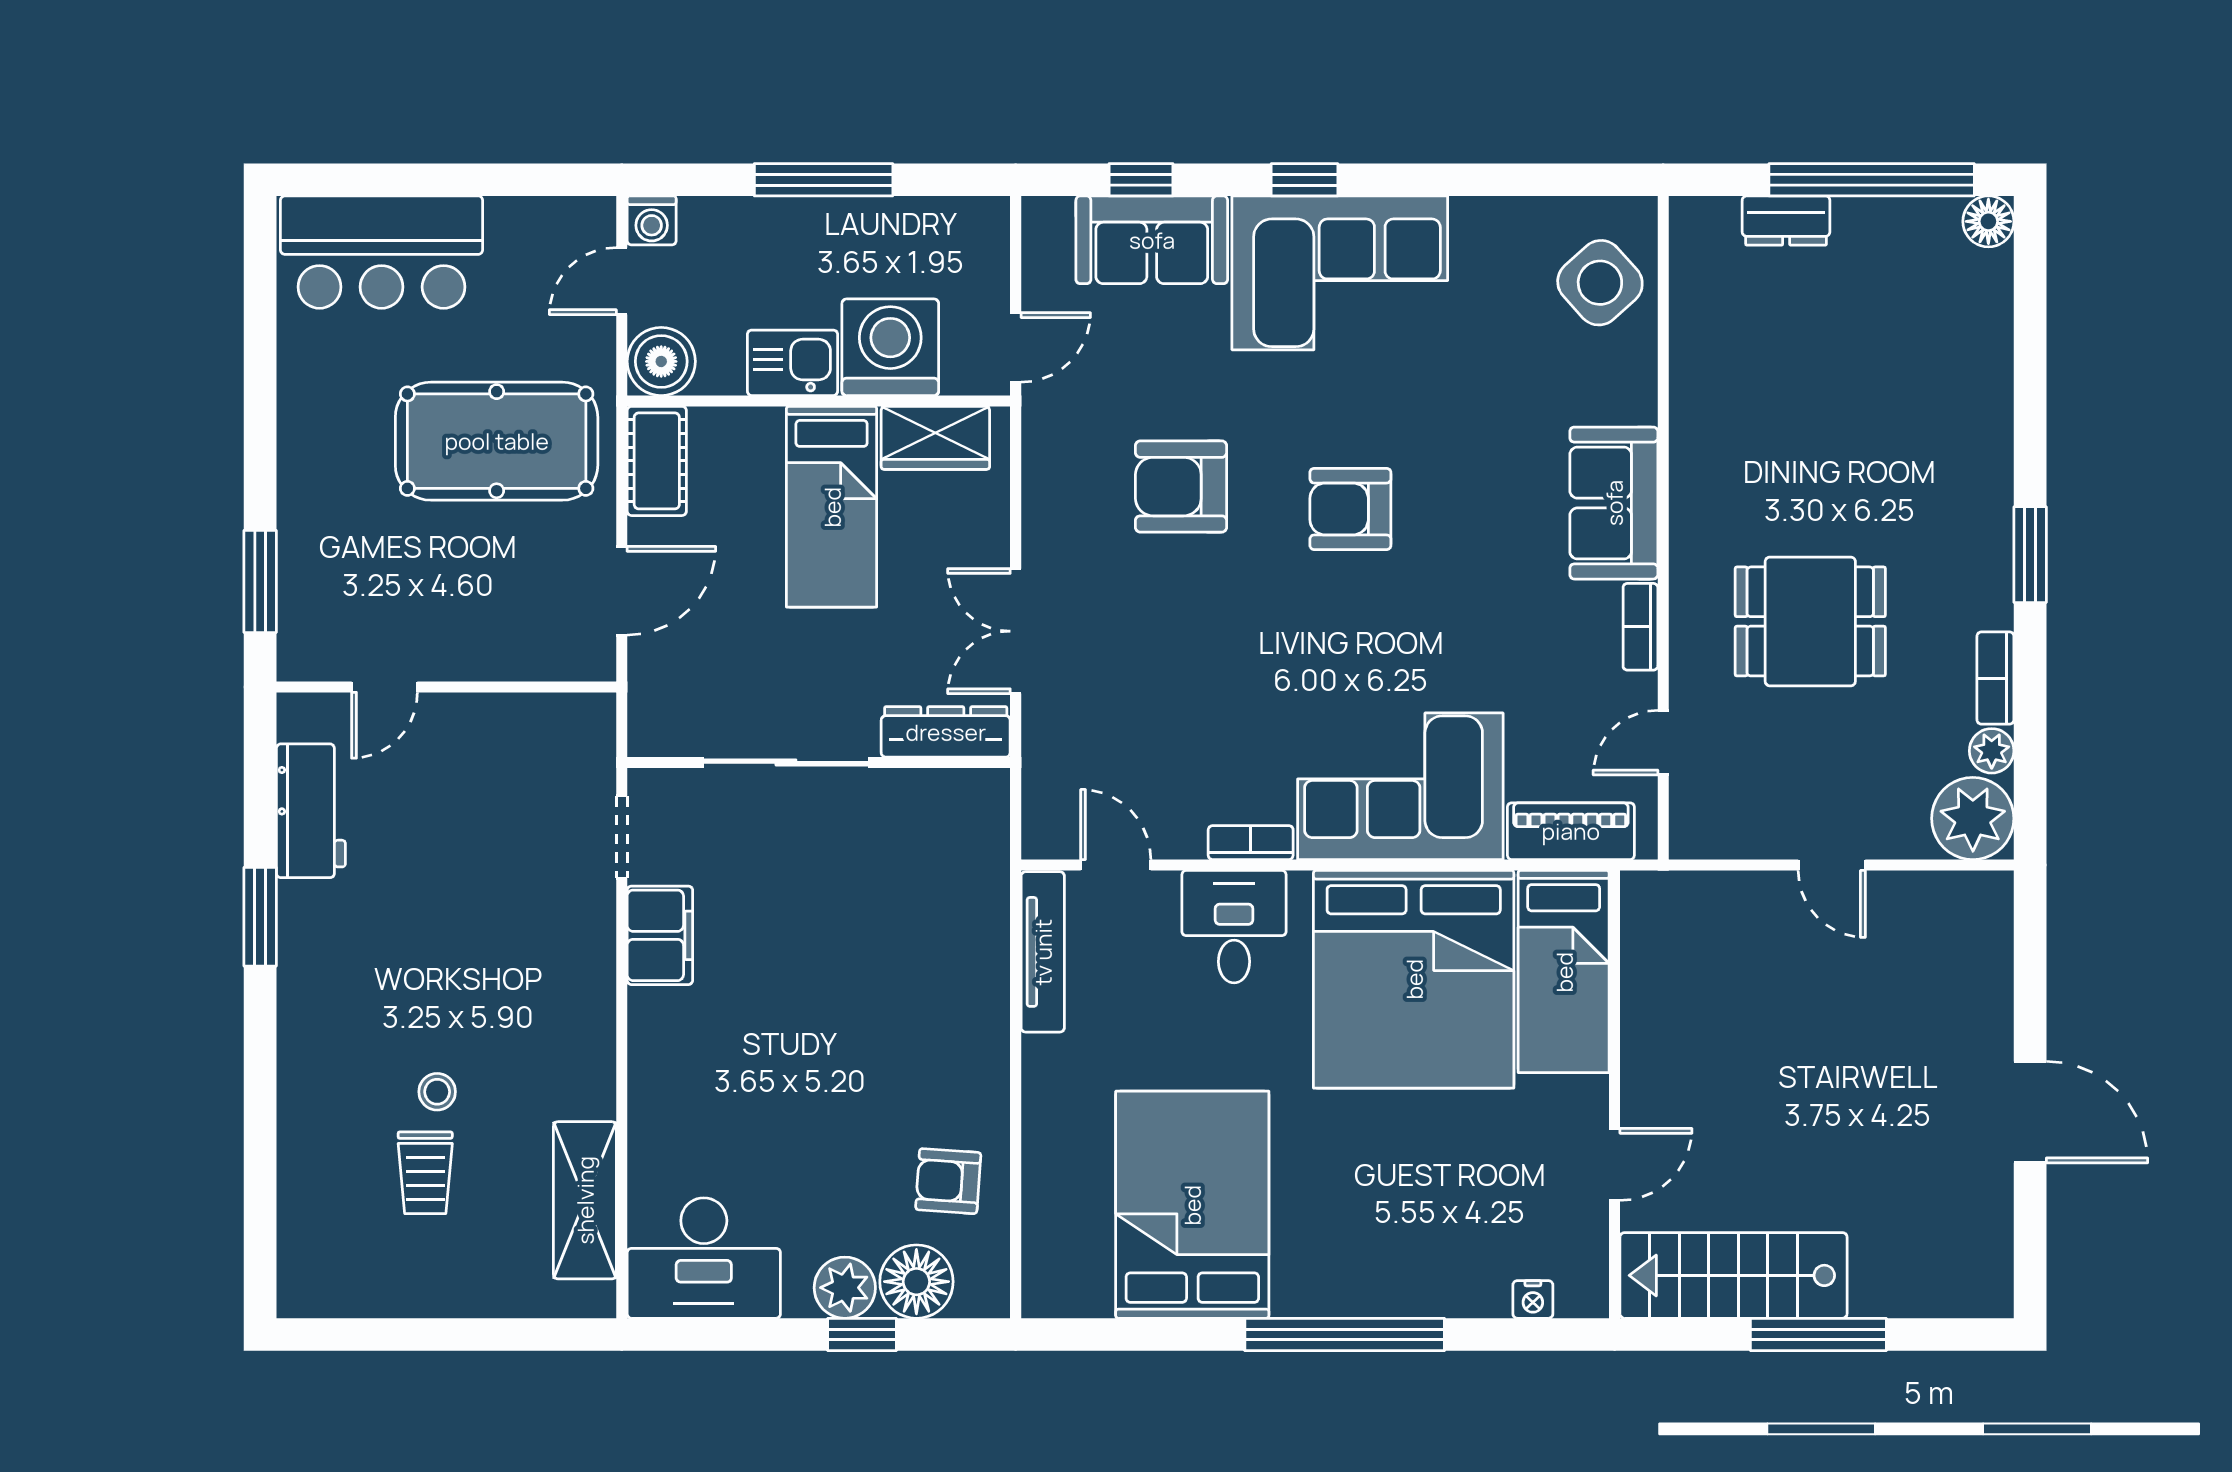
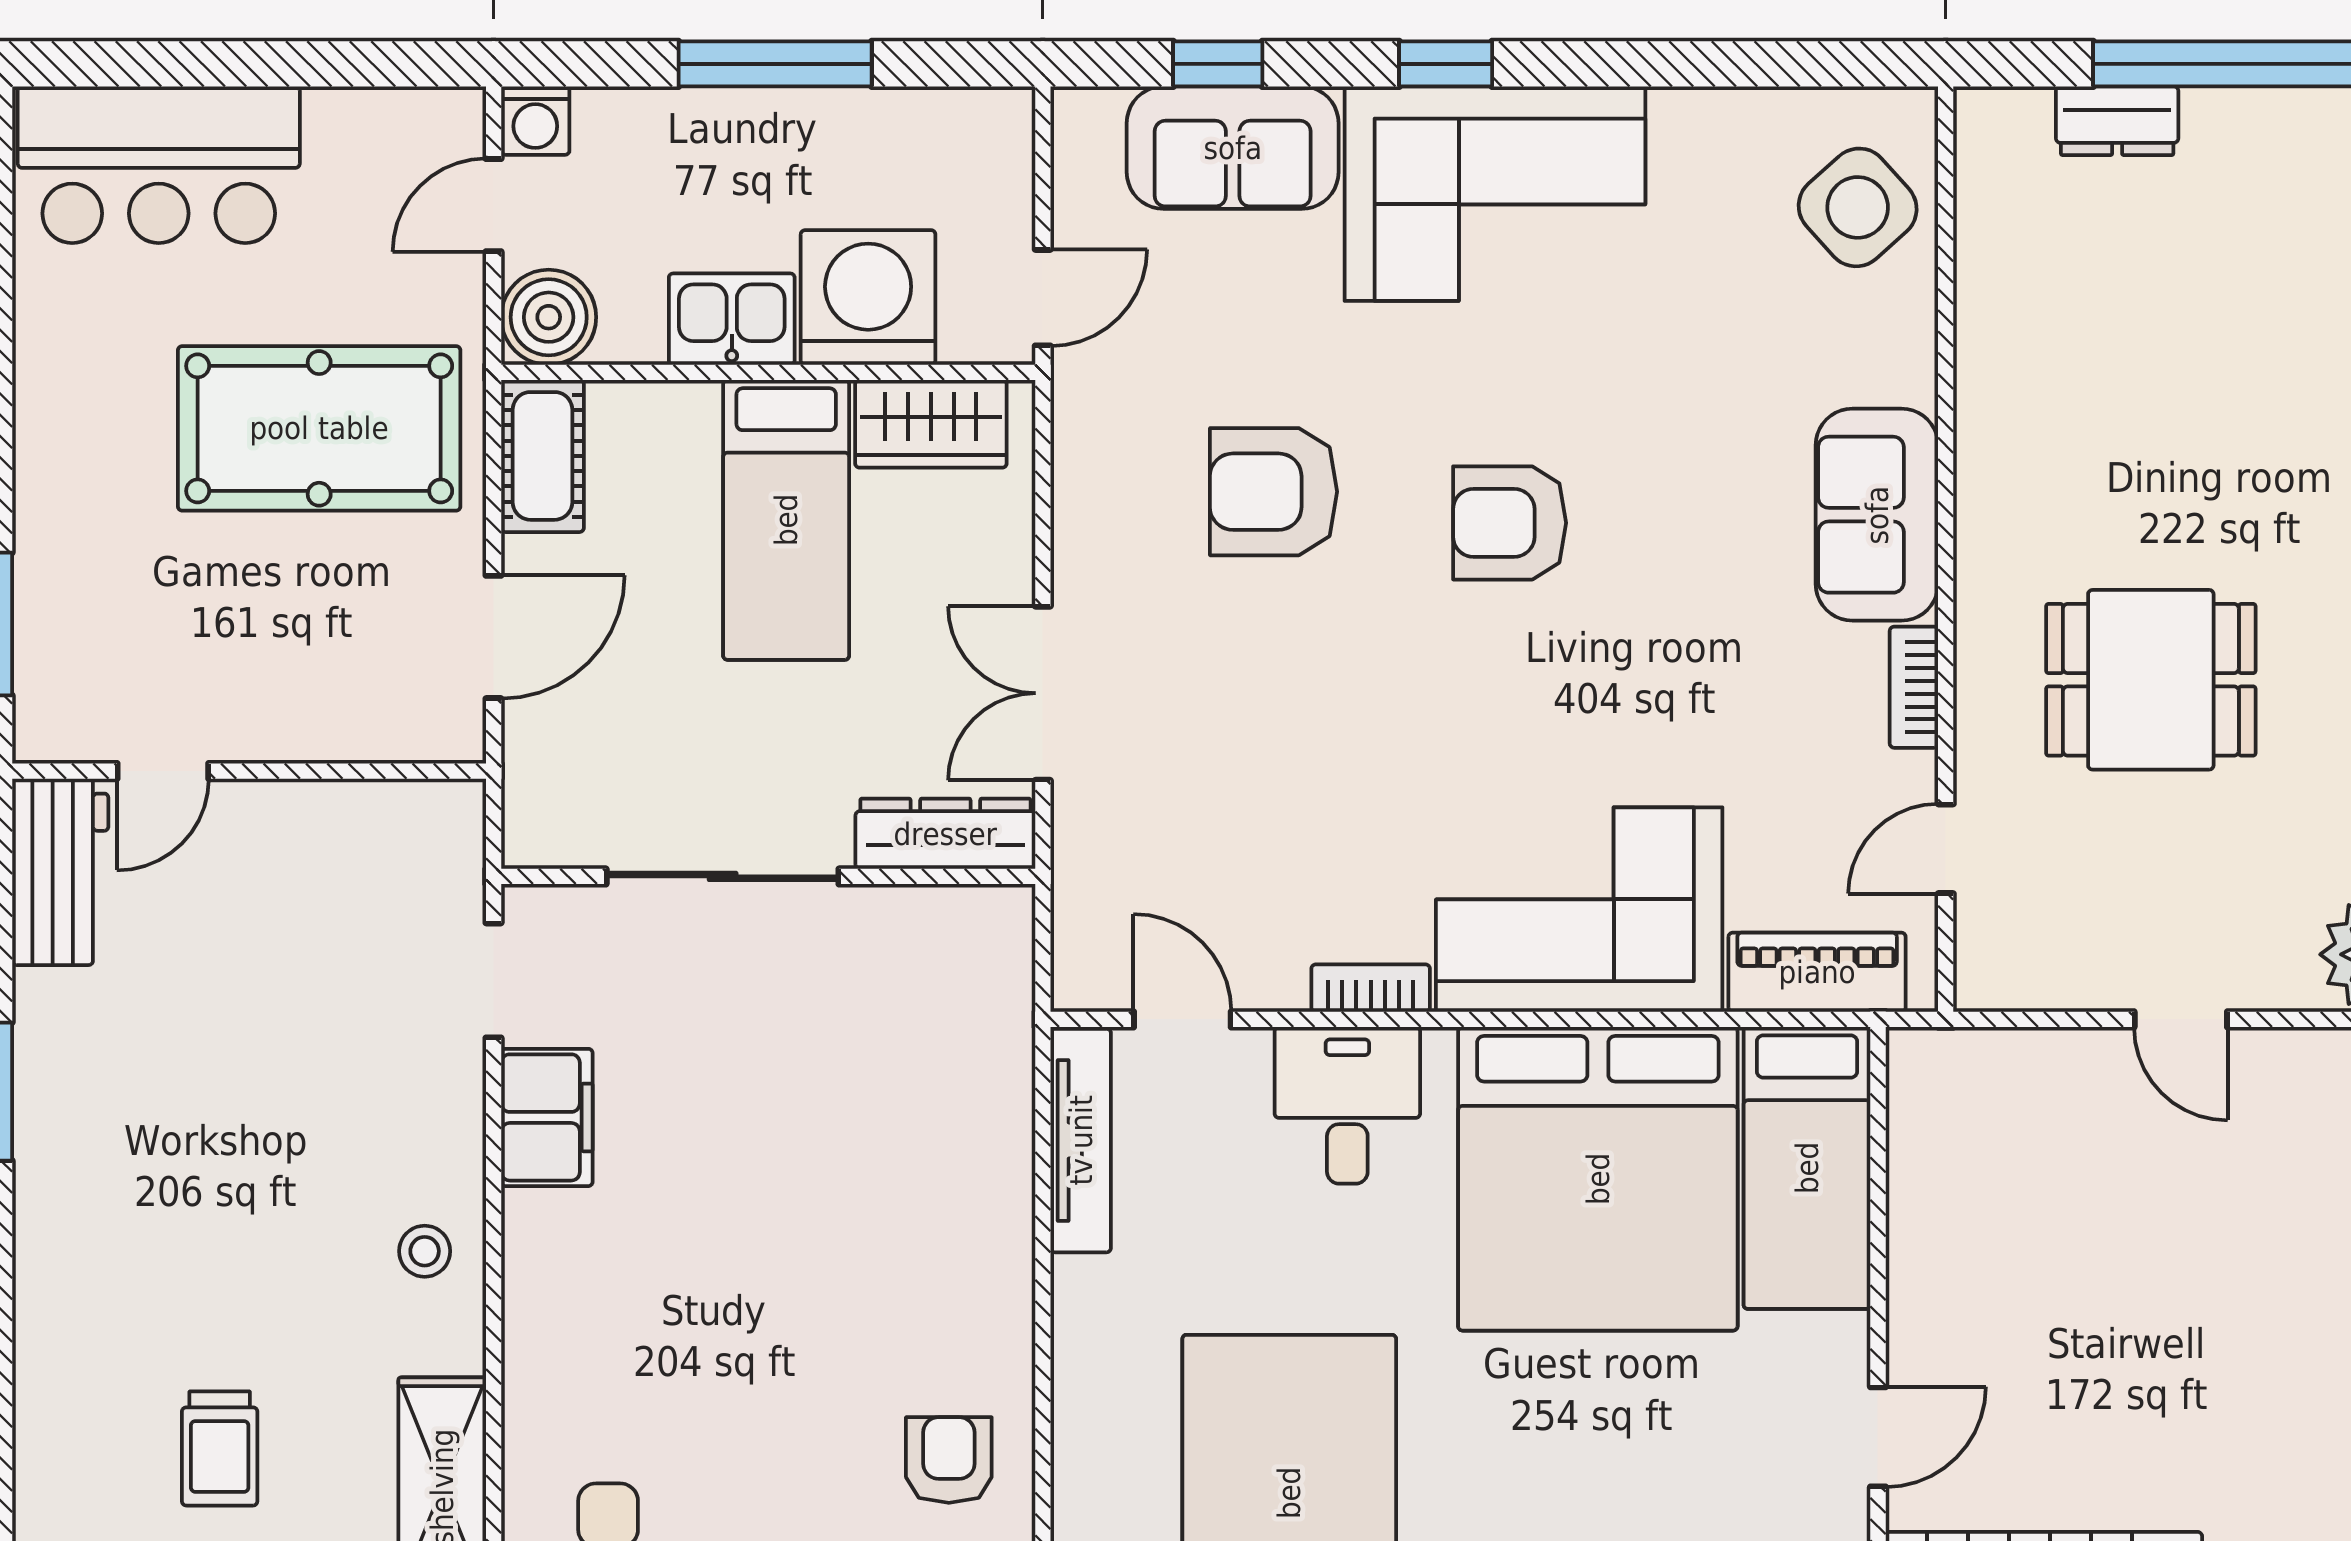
workbench: (311, 811) -> (60, 872), moved
stool: (437, 1092) -> (425, 1251), moved
armchair: (948, 1181) -> (949, 1460), turned 86

